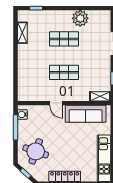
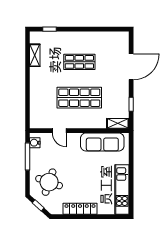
plant: (80, 18) -> (97, 40), removed
shop shelf: (64, 72) -> (79, 98), width x1.43, depth x1.36
door: (56, 103) -> (59, 131), moved

